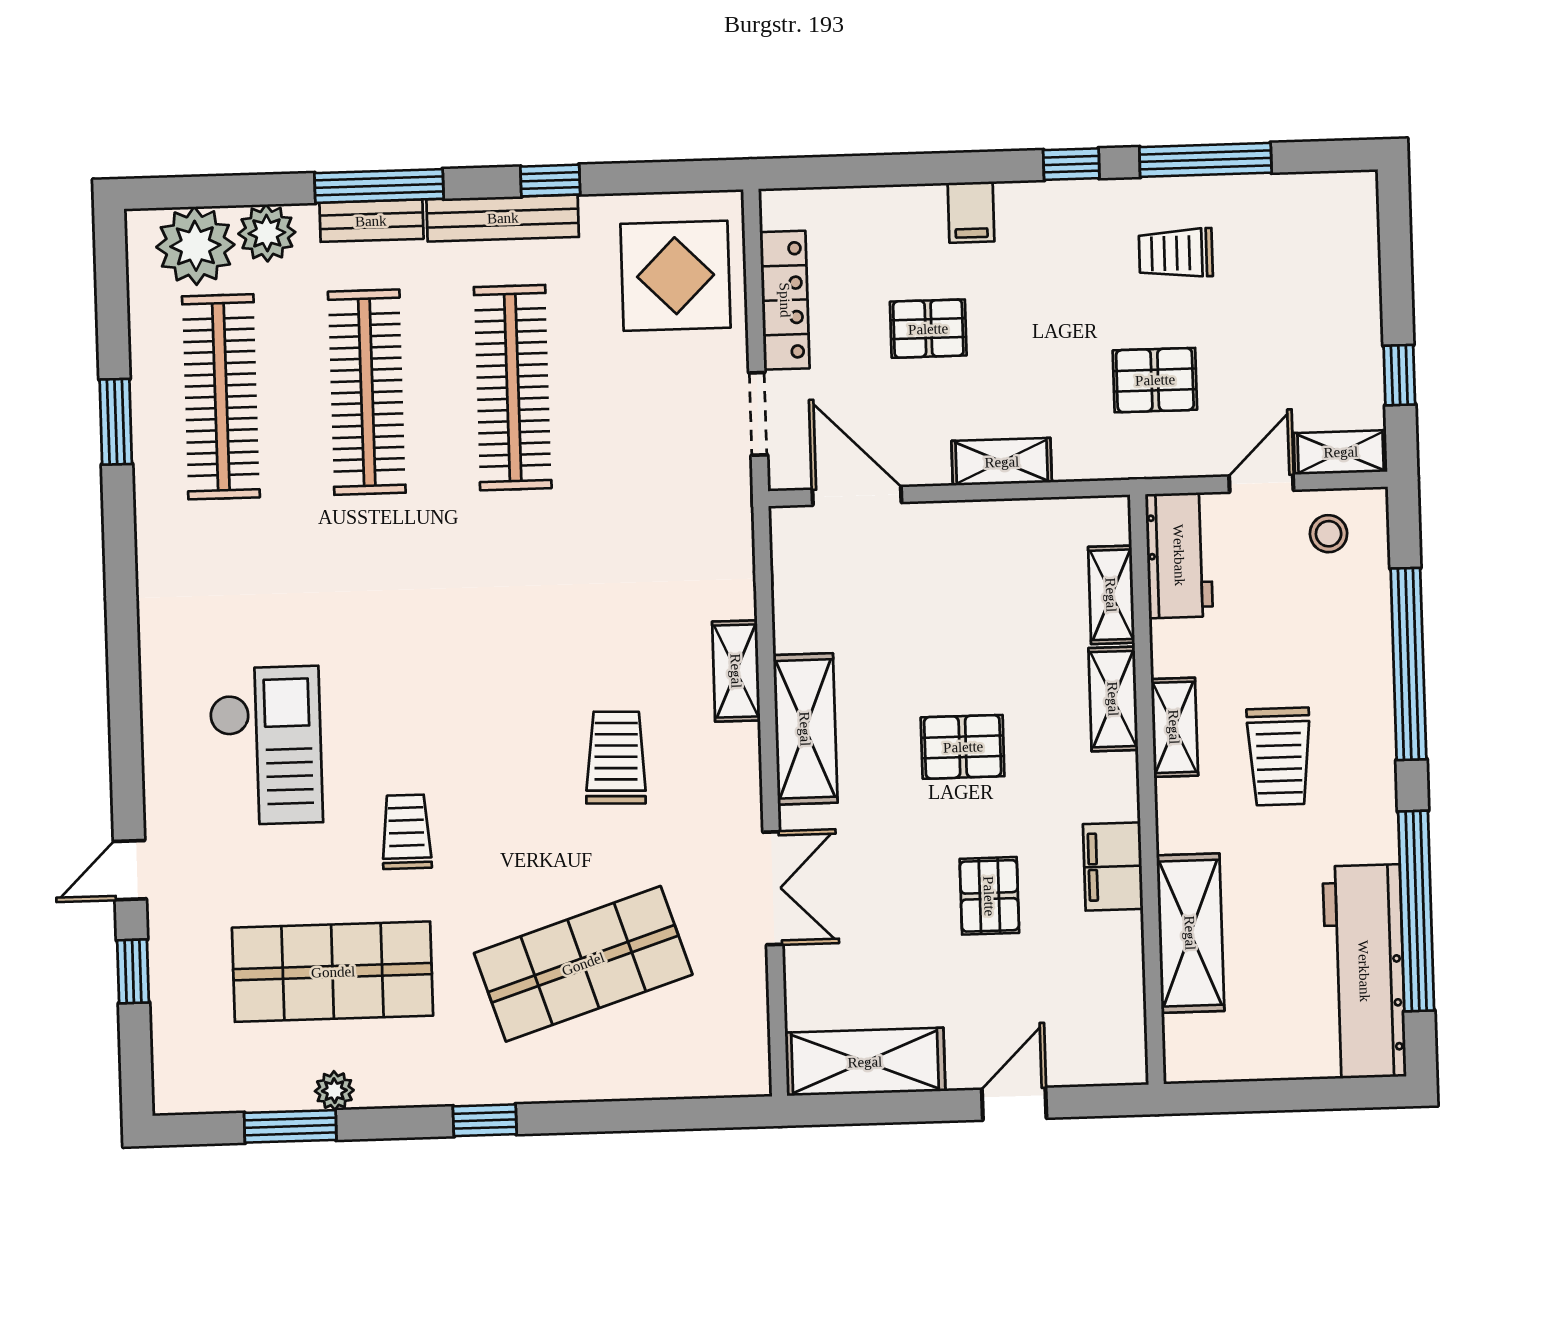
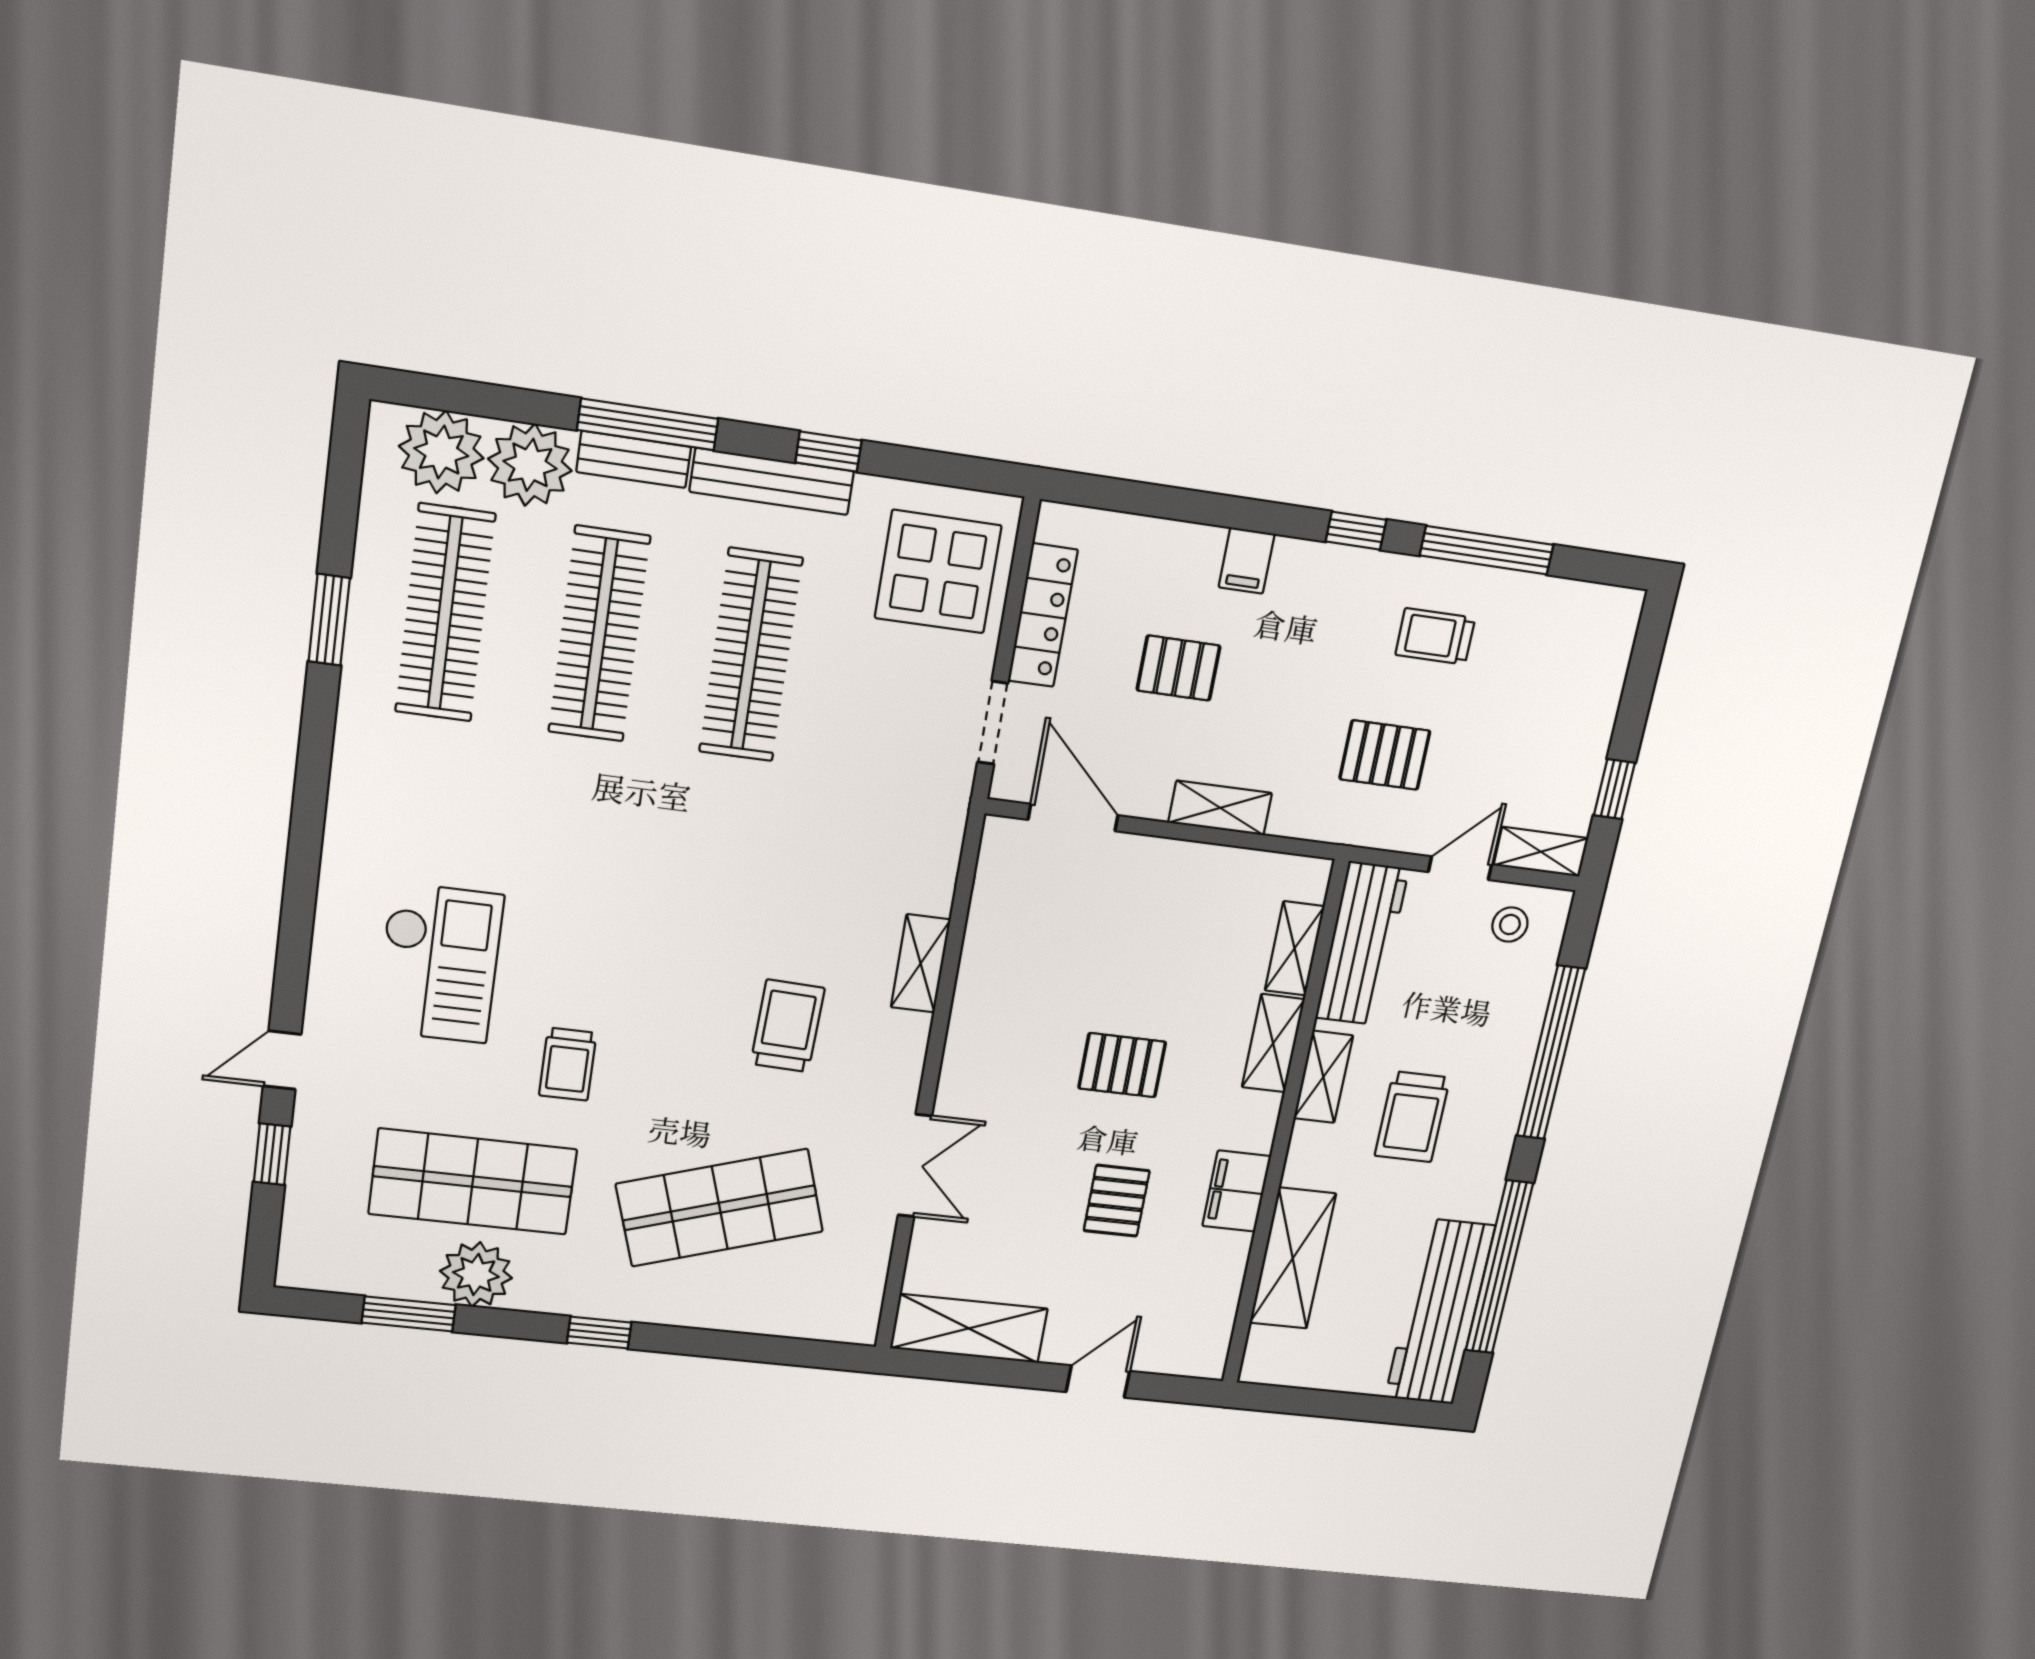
plant: (267, 233) -> (530, 465), width x1.36, depth x1.36
workbench: (1179, 555) -> (1362, 944), width x1.37
shelving: (805, 729) -> (976, 1027), removed
trolley: (406, 832) -> (568, 1064), turned 180
plant: (334, 1091) -> (476, 1274), width x1.87, depth x1.87

